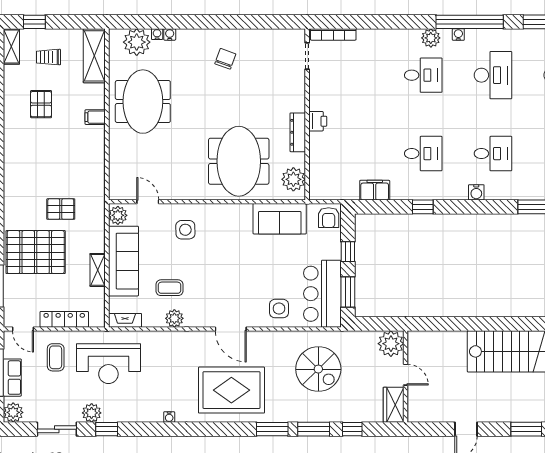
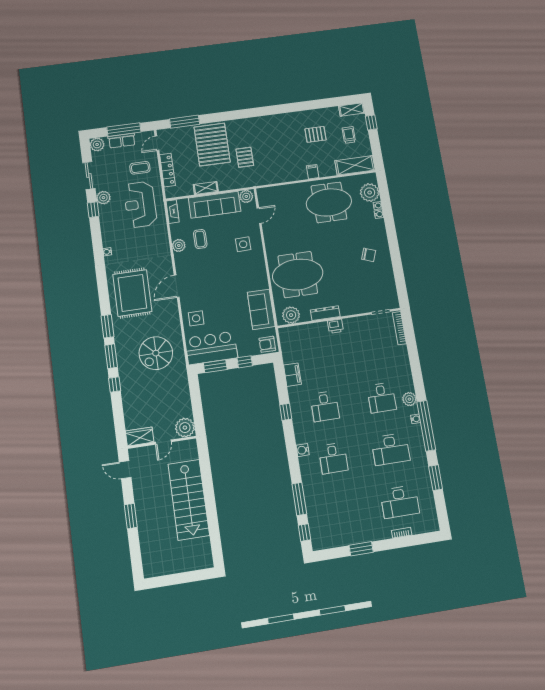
plant: (391, 344) -> (185, 428), moved
door: (406, 375) -> (163, 442), moved
wall: (406, 377) -> (162, 442), moved
wardrobe: (394, 405) -> (140, 437), moved

